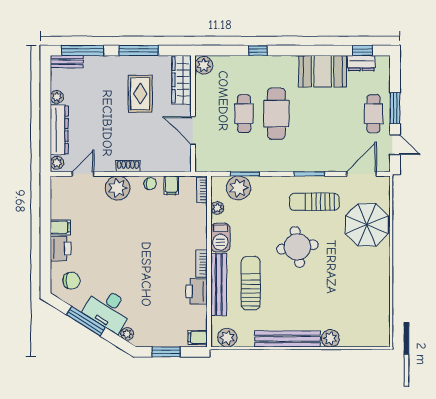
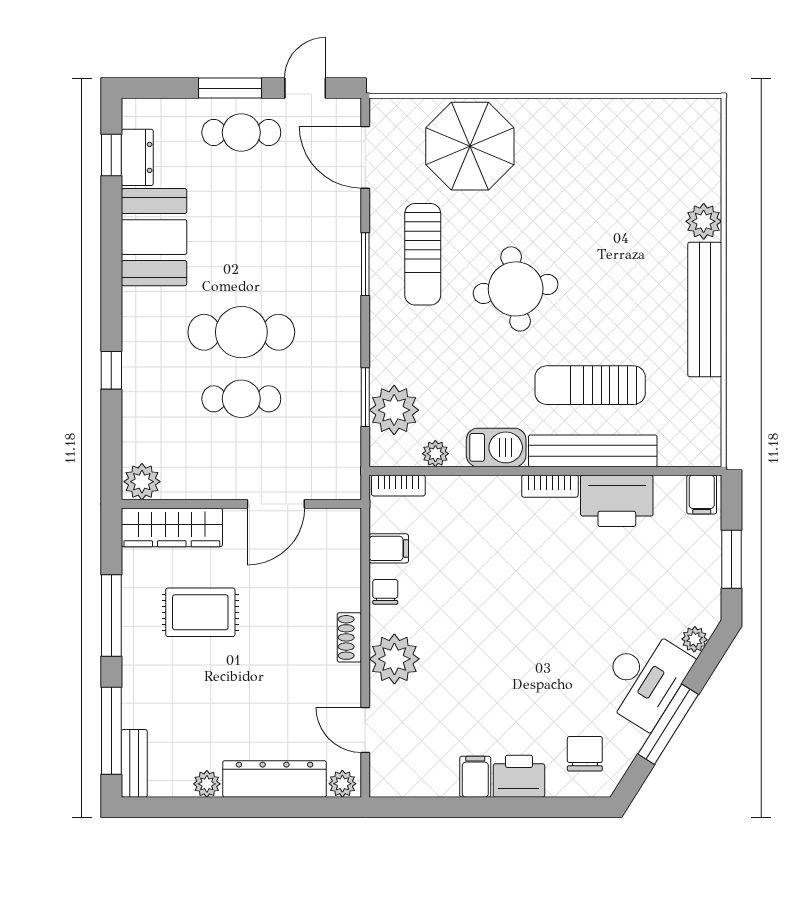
printer: (197, 291) -> (617, 501), width x1.37, depth x1.19
plant: (227, 338) -> (702, 433), removed

